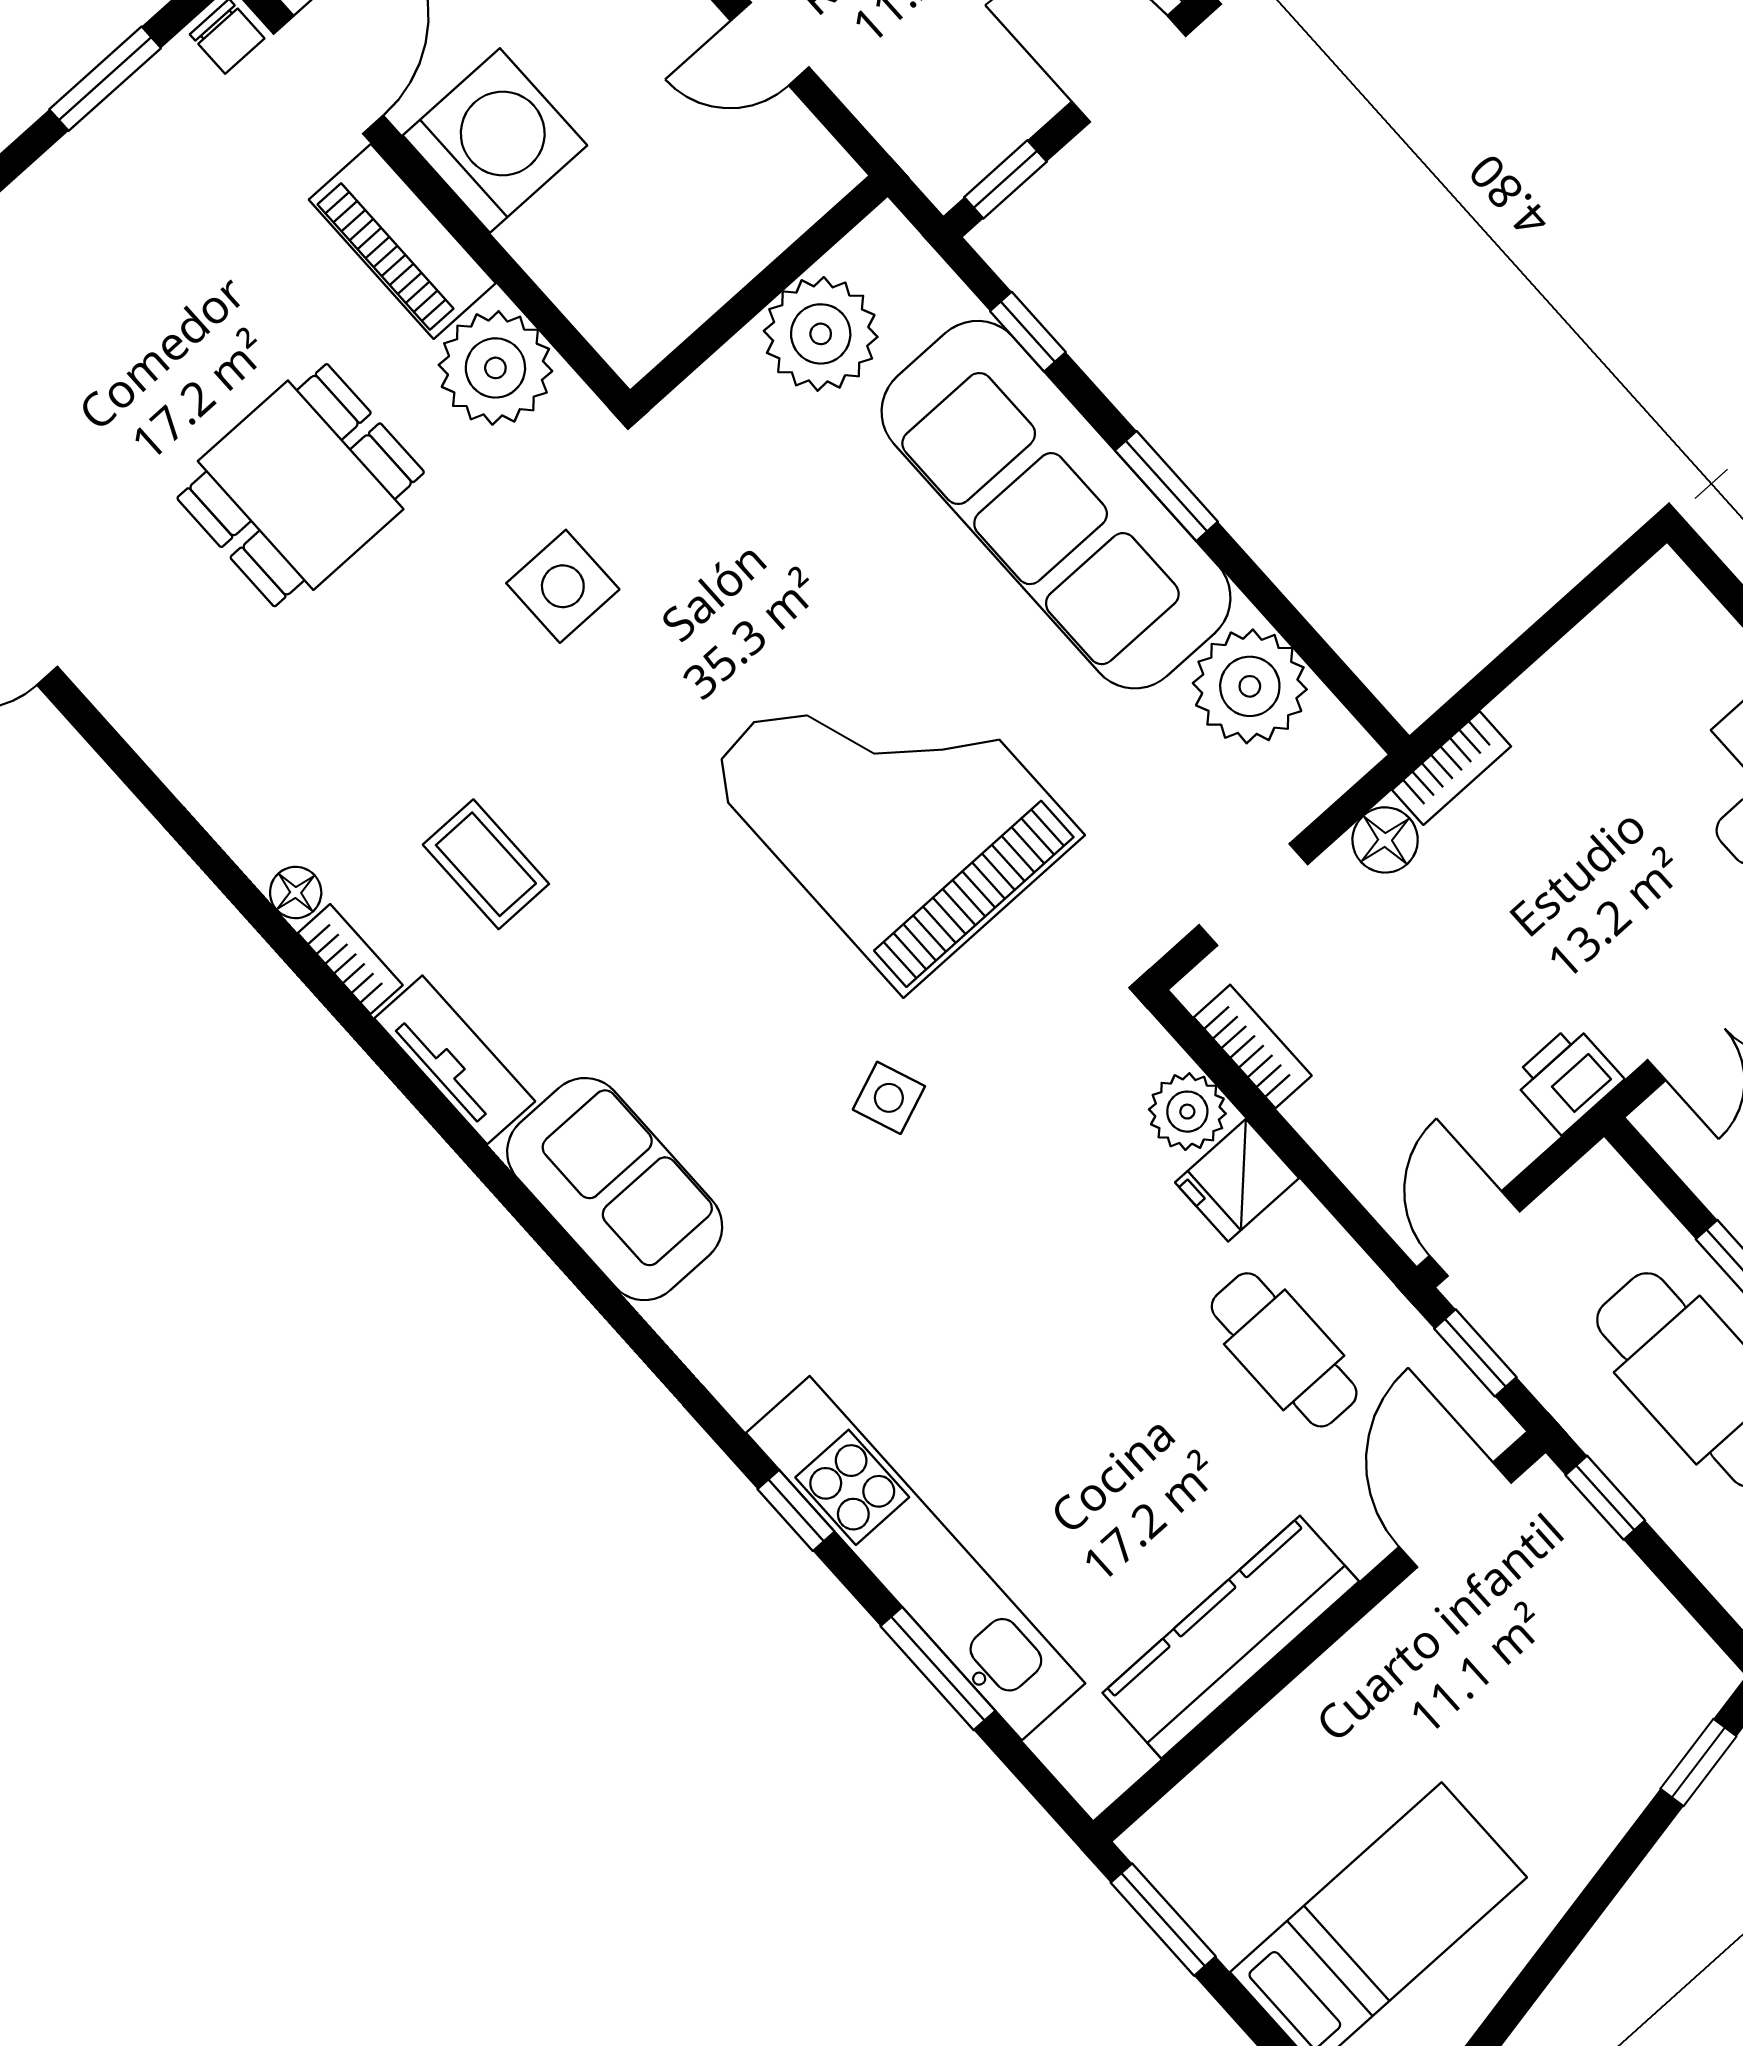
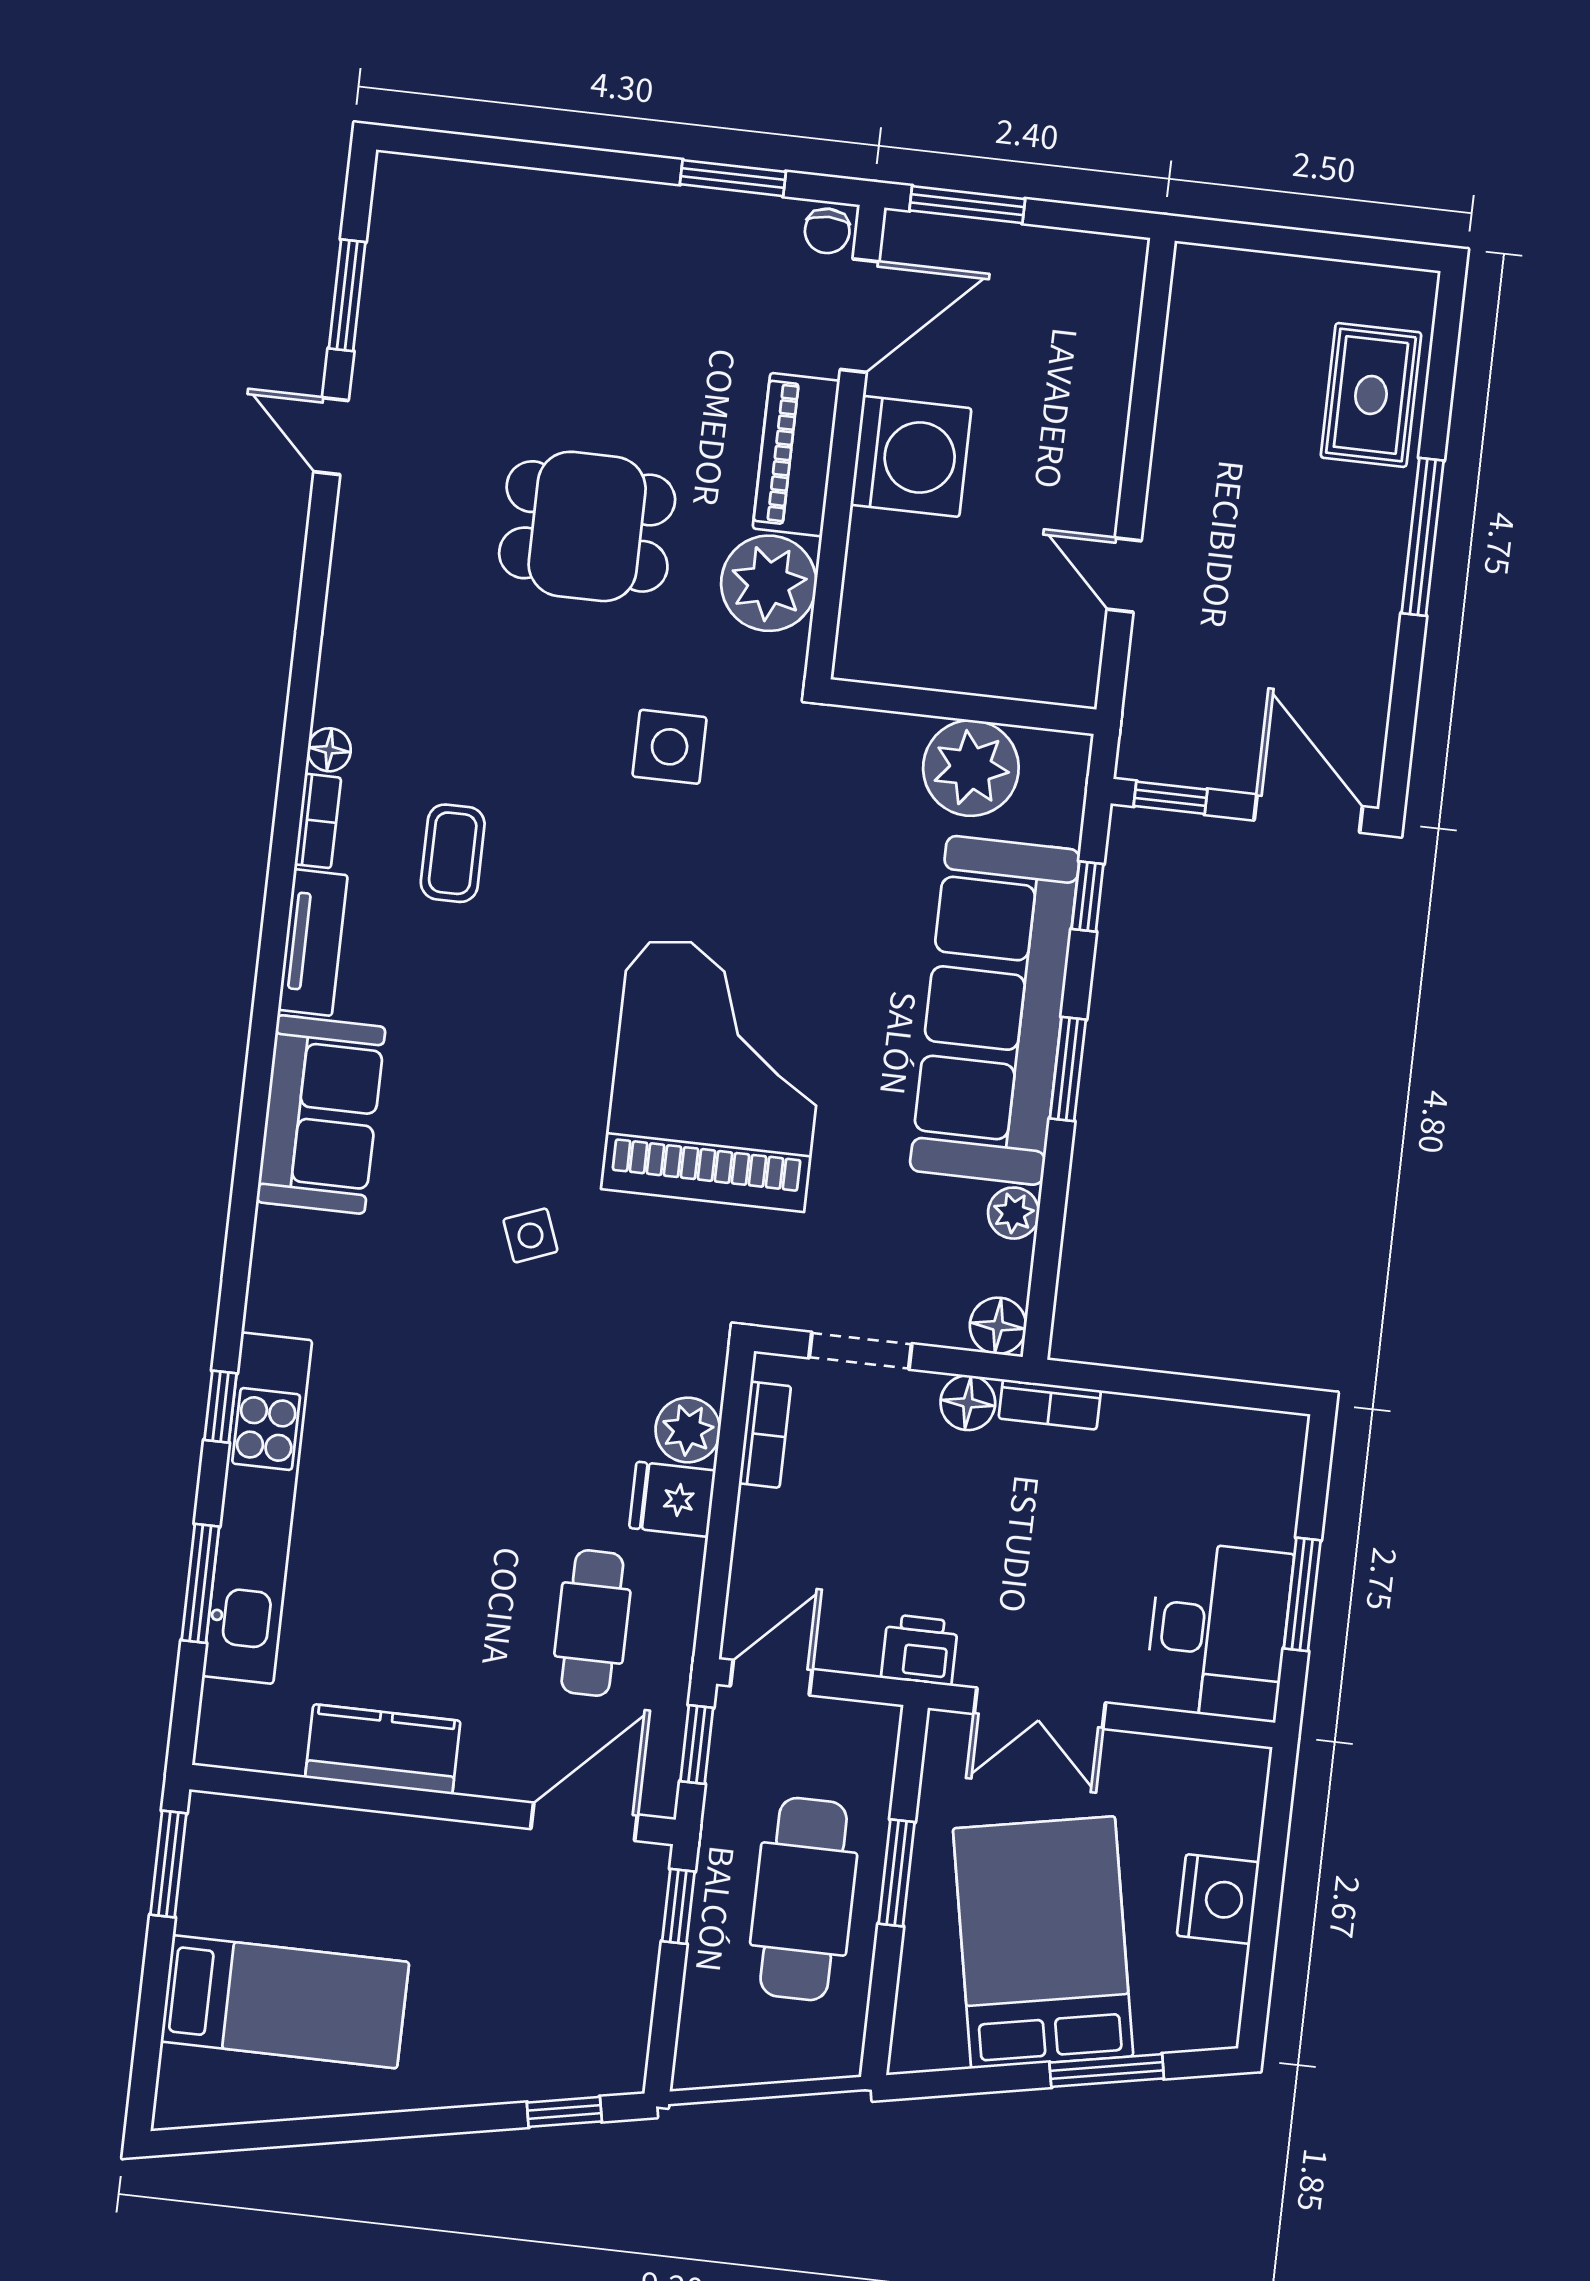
plant: (1250, 686) -> (1014, 1213), width x0.53, depth x0.53
floor lamp: (1340, 752) -> (998, 1326), added
kitchen counter: (1231, 1637) -> (383, 1749), width x0.67

